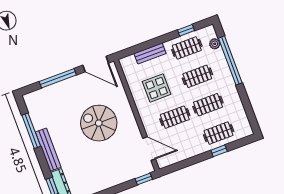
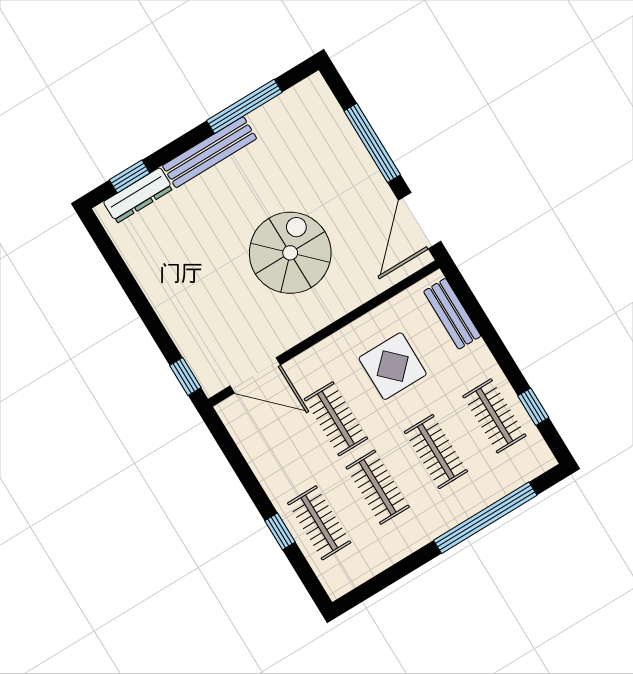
plant: (215, 44) -> (516, 476), removed
bench: (150, 54) -> (452, 314), moved
door: (149, 149) -> (255, 375), hinge flipped

